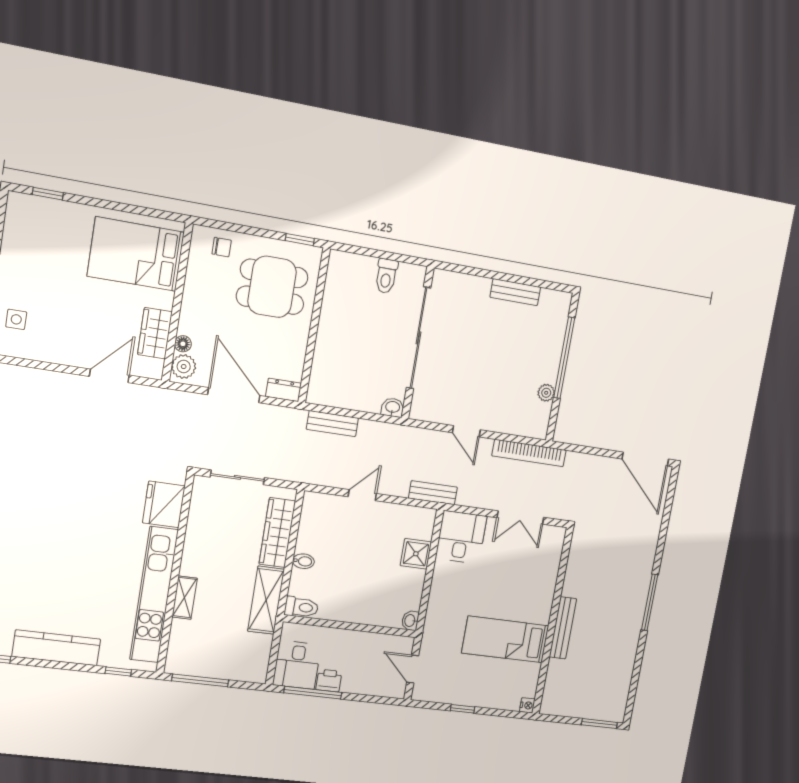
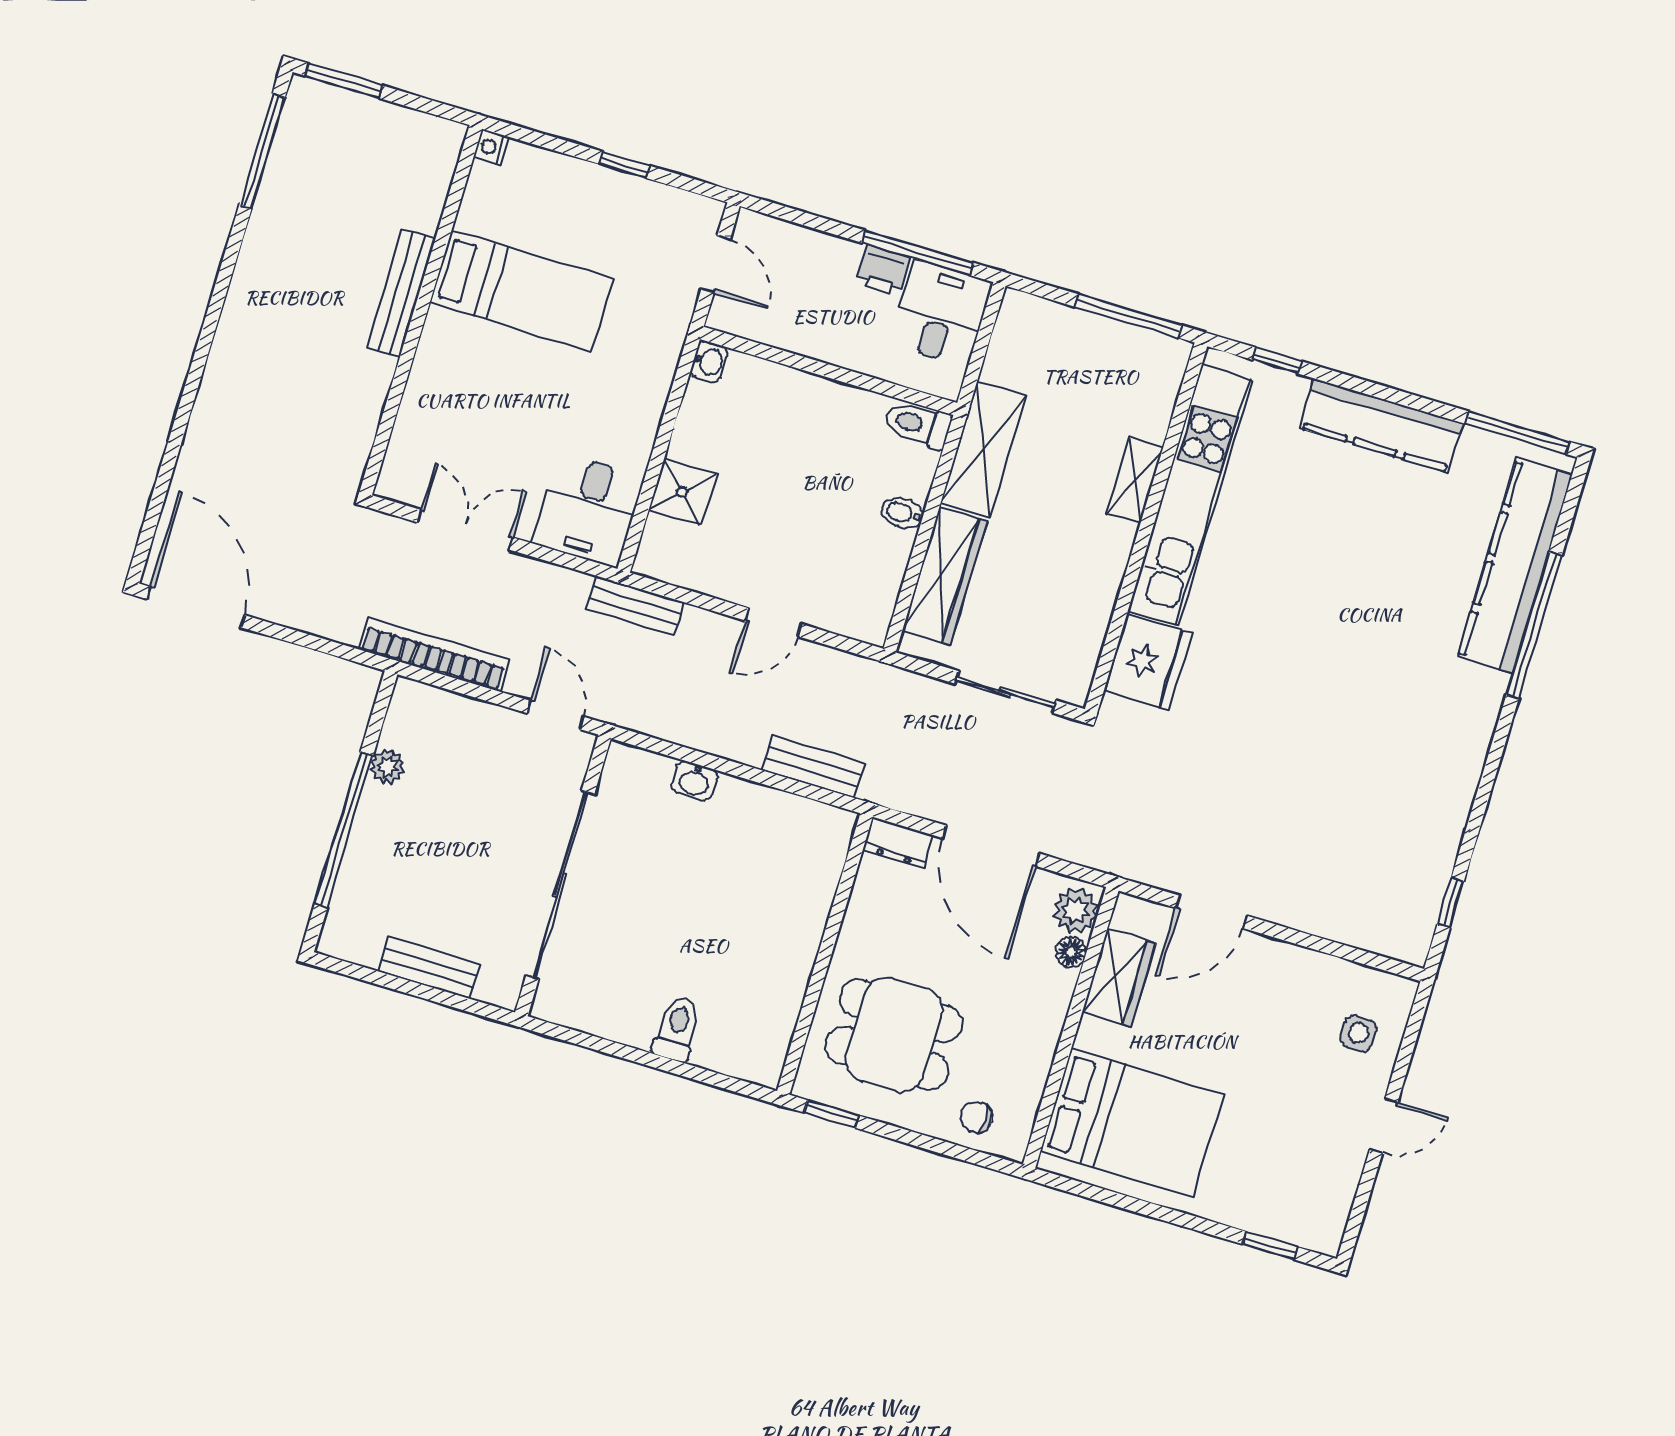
sliding door: (419, 338) -> (560, 885), moved
wall: (418, 343) -> (563, 875), moved
window: (650, 602) -> (262, 151), moved

